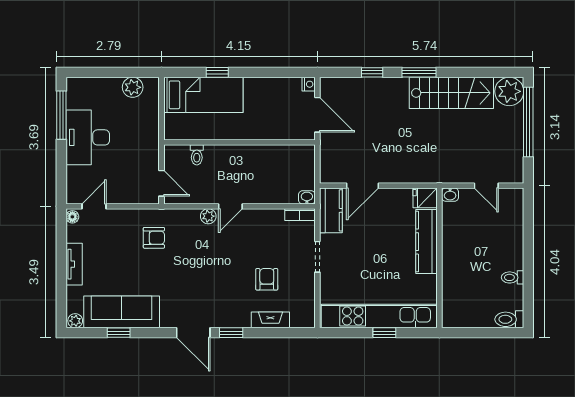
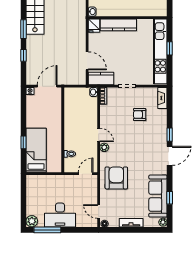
plant: (133, 87) -> (32, 221), moved
armchair: (154, 238) -> (116, 178), width x1.88, depth x1.88
fireplace: (270, 320) -> (162, 98), moved

